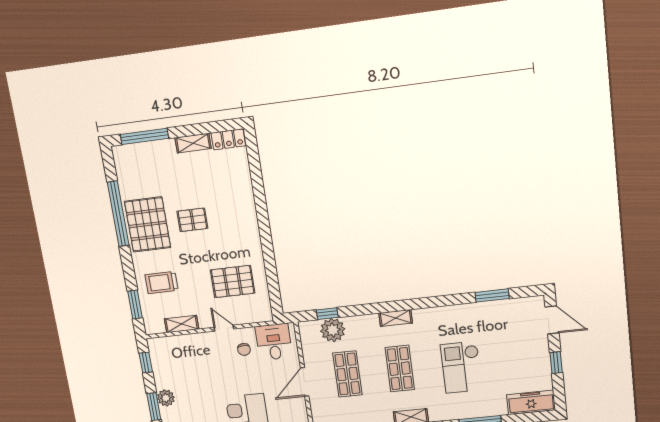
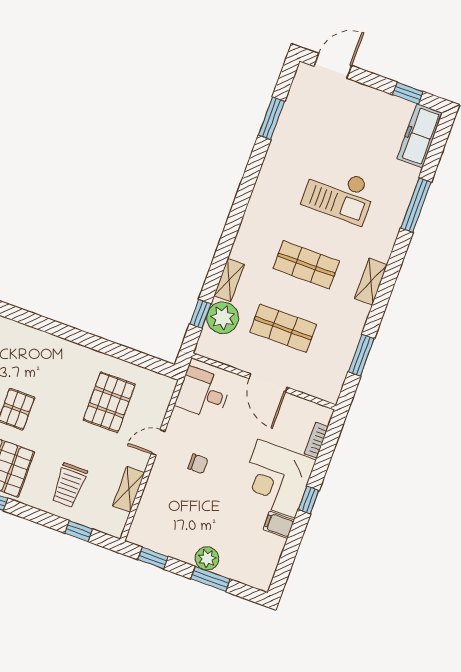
window: (135, 305) -> (79, 531), width x0.67
shelving: (396, 318) -> (229, 280), moved
chair: (244, 349) -> (198, 464), moved
window: (556, 363) -> (408, 93), moved

